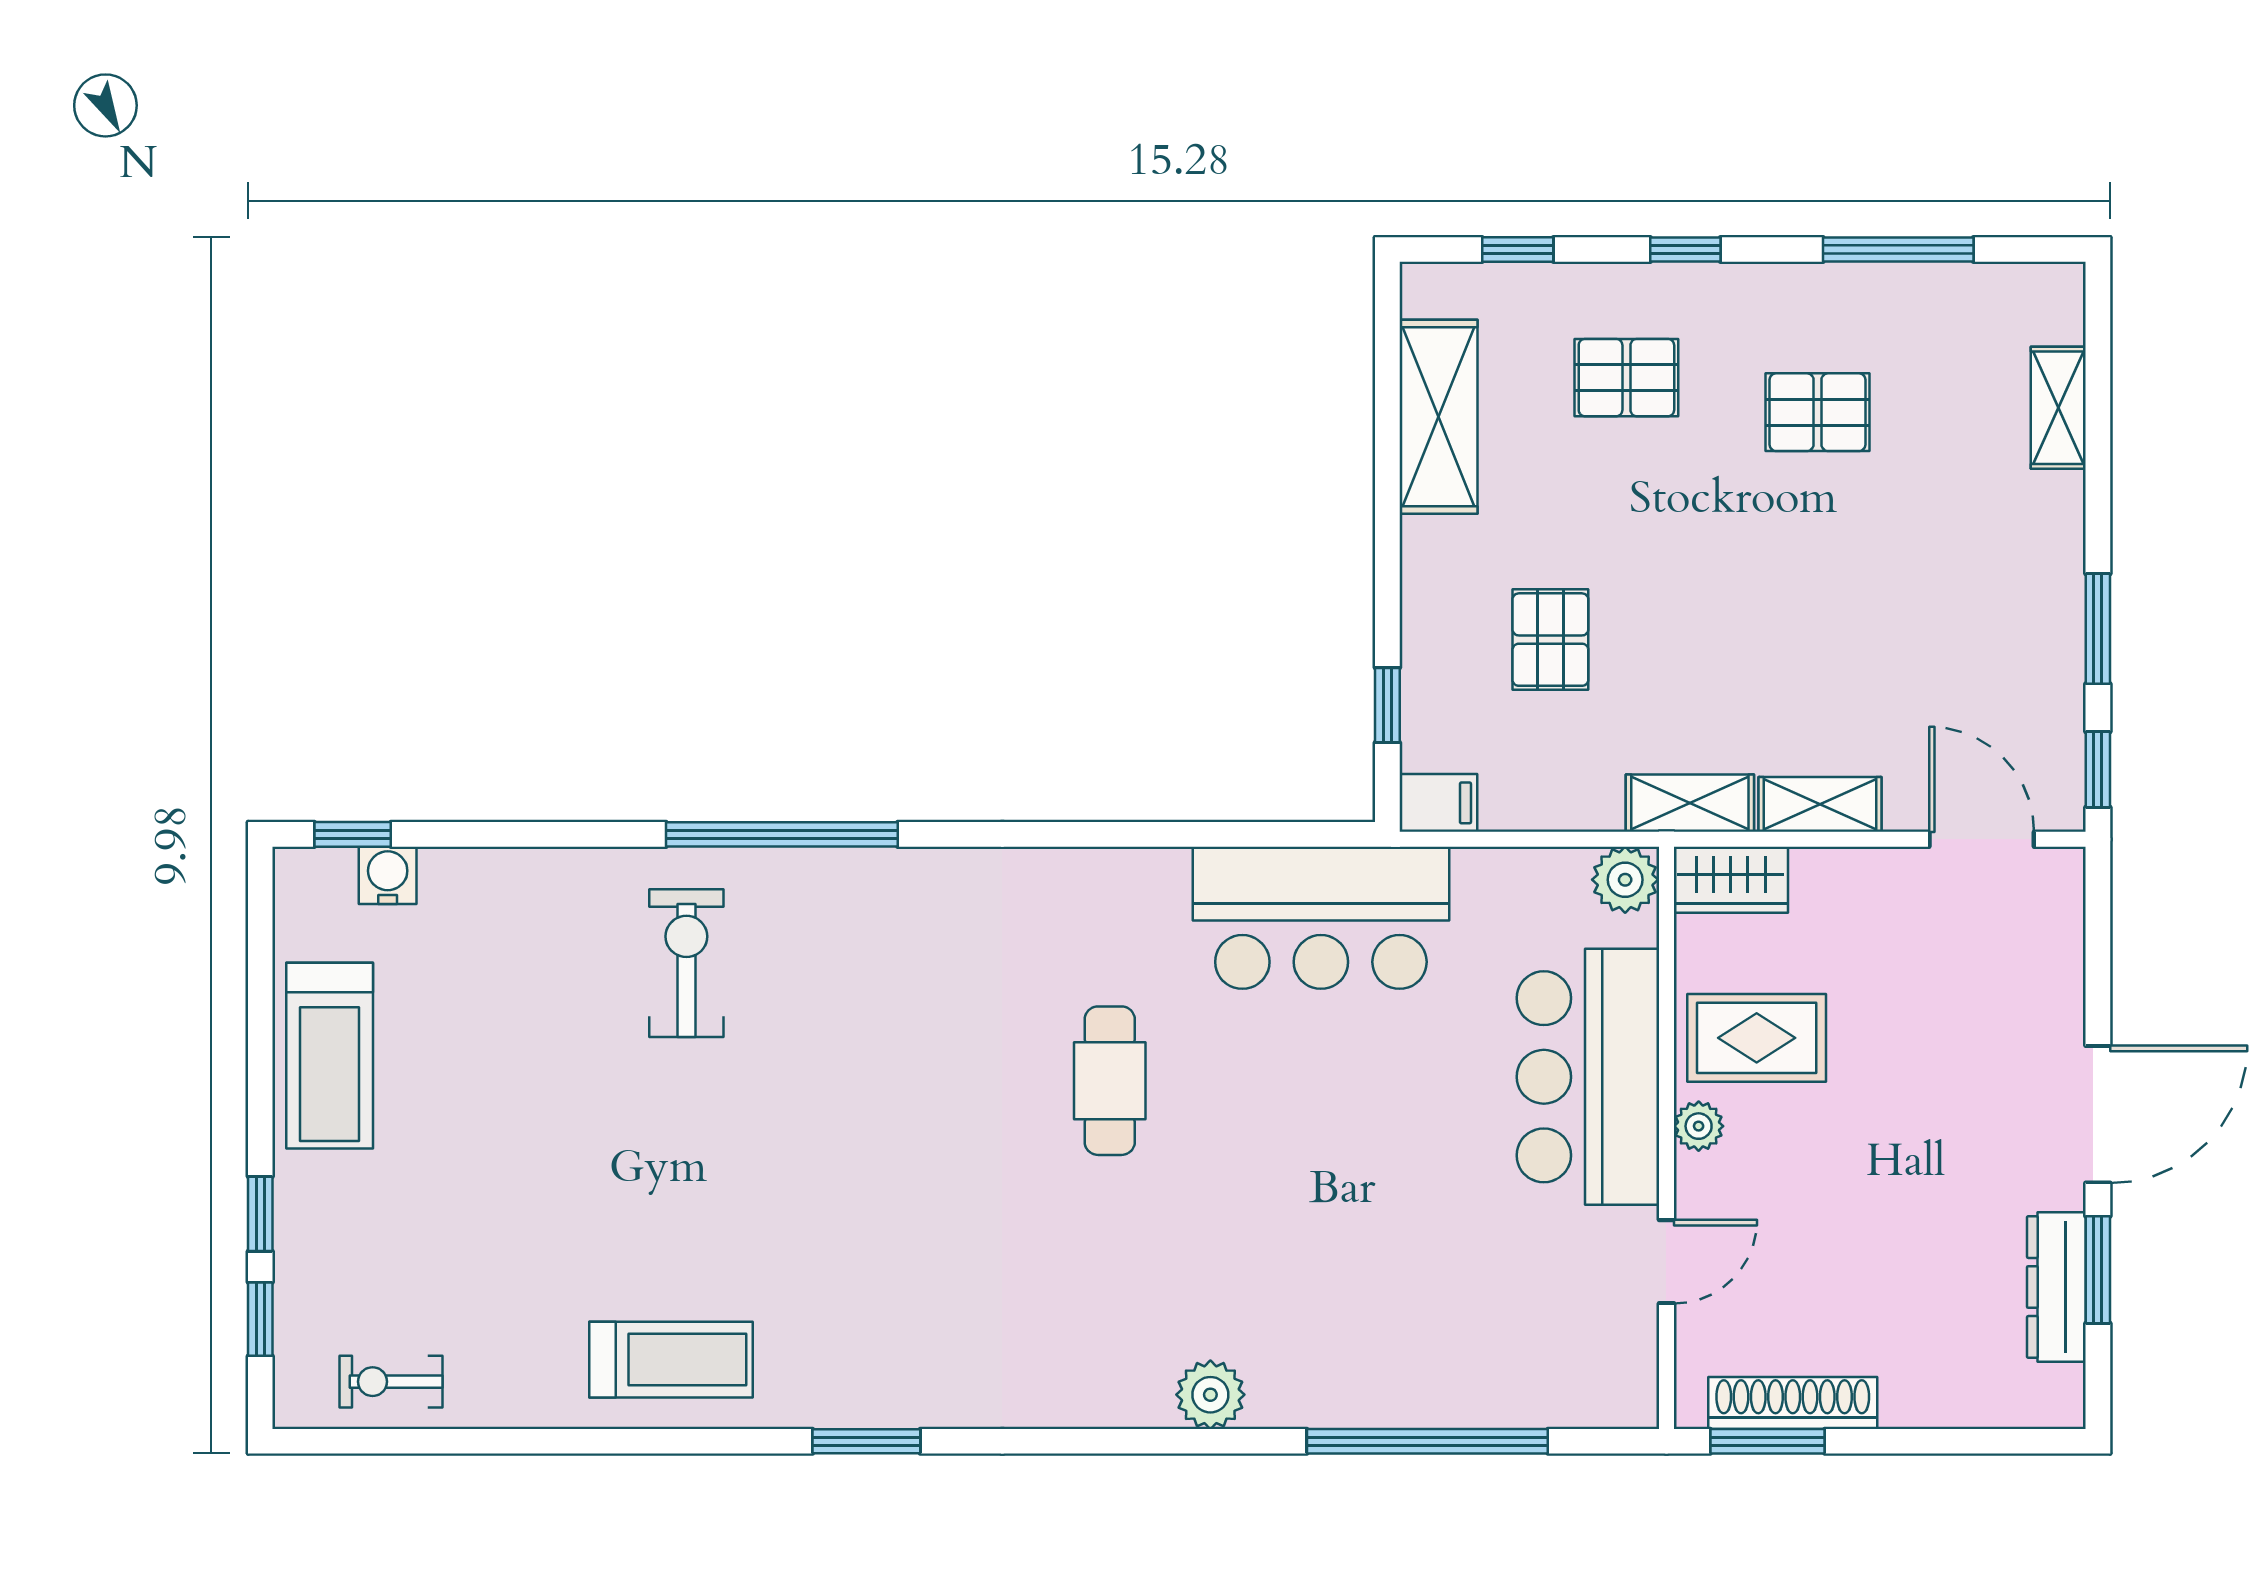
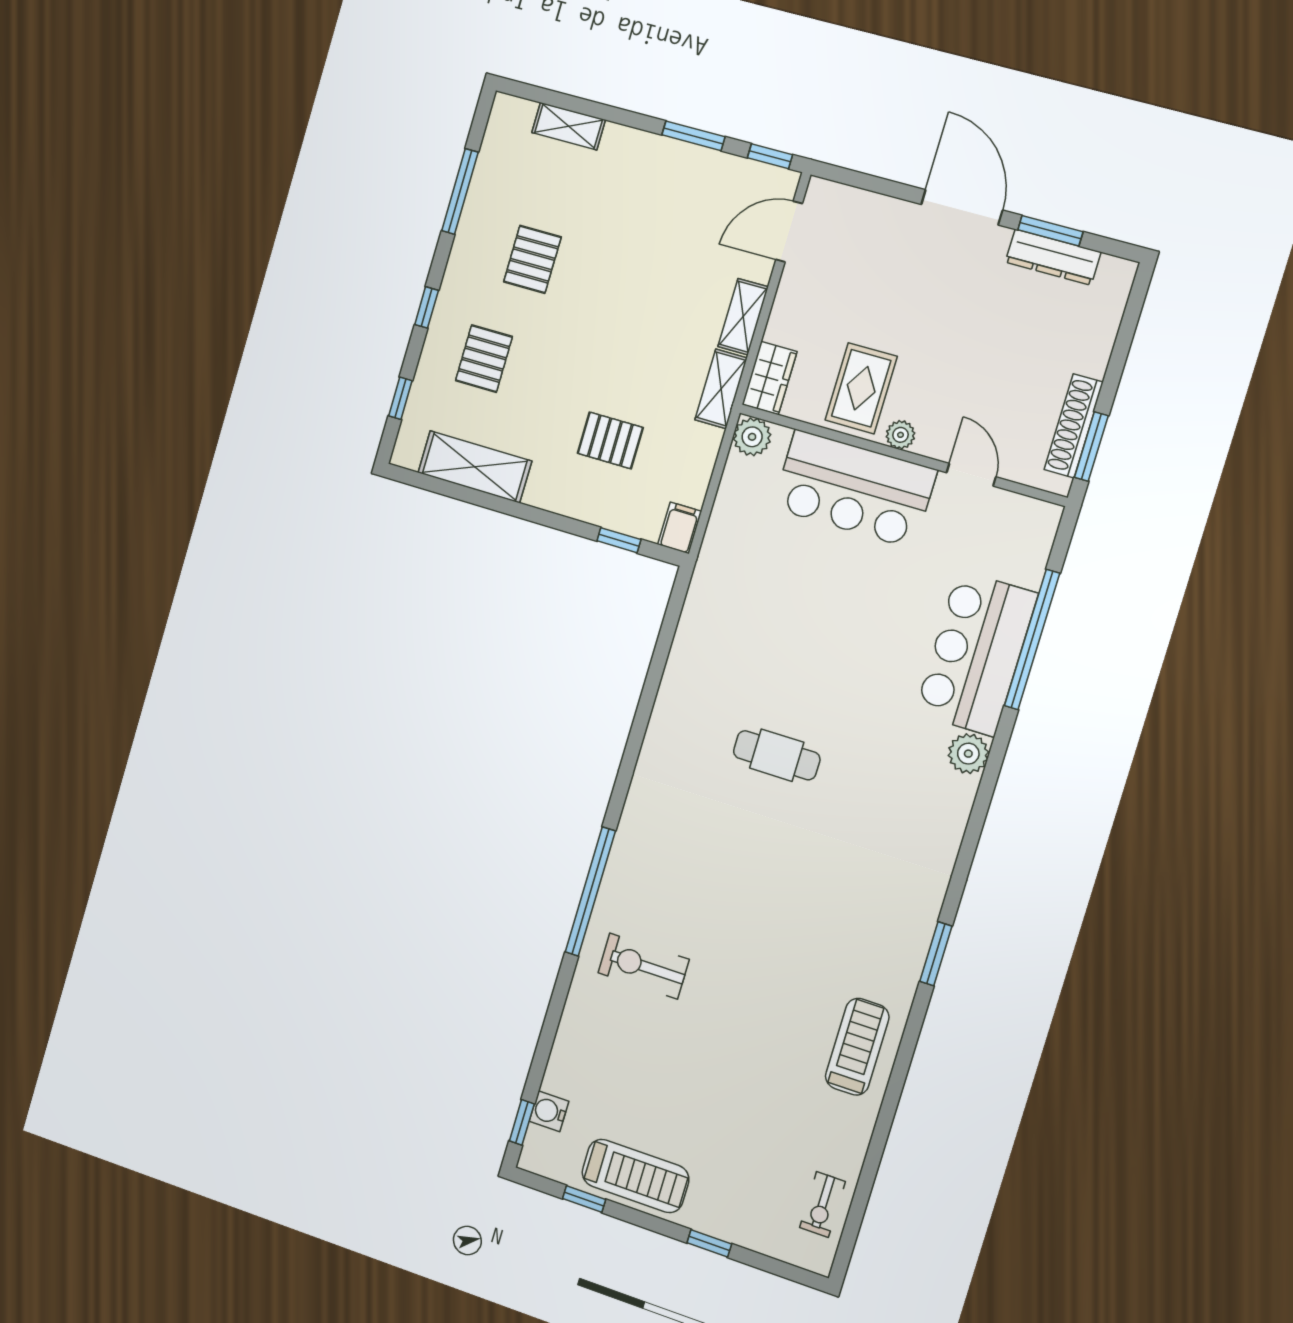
bar counter: (1321, 918) -> (976, 653), moved, turned 180
window: (260, 1319) -> (584, 1199), moved

